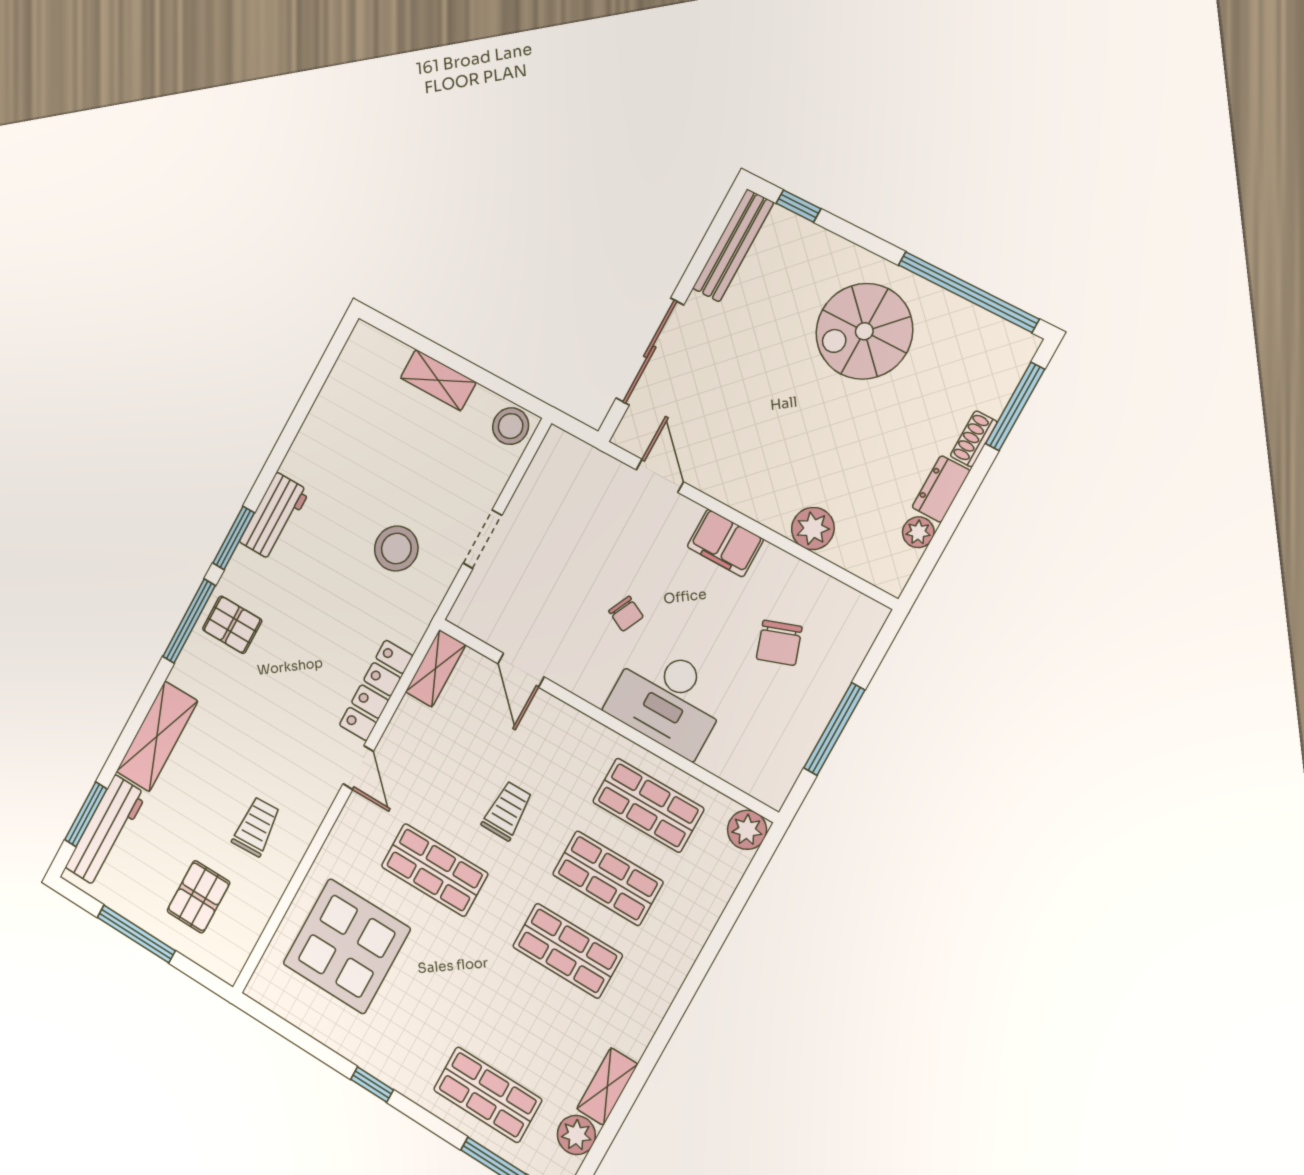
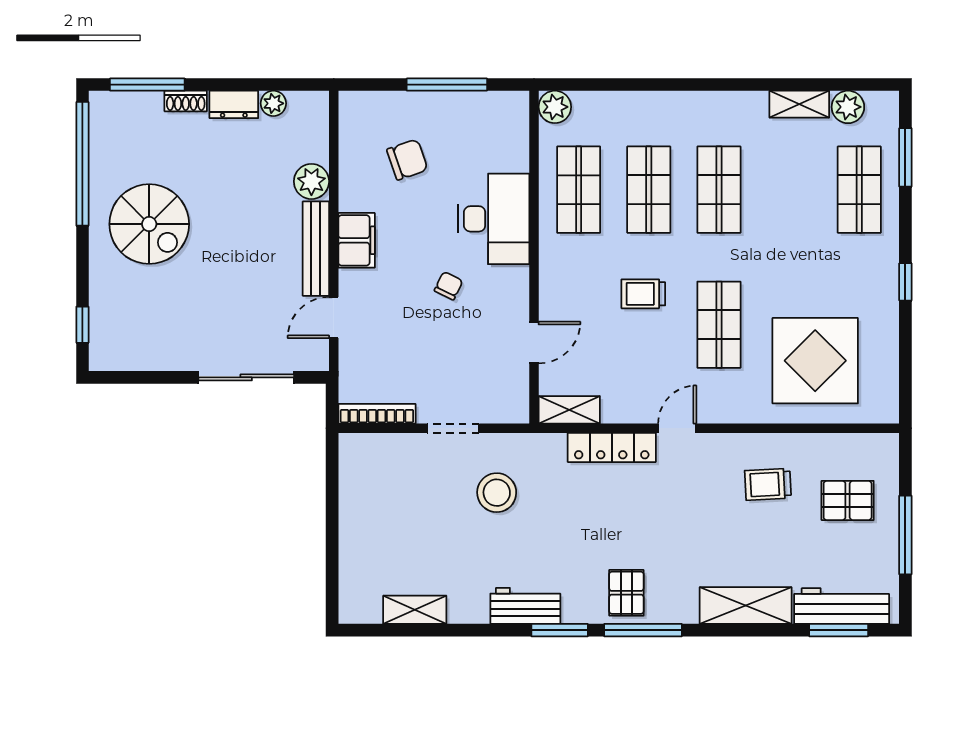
bench: (733, 245) -> (316, 249), moved, turned 90
shelving: (438, 380) -> (415, 610), moved, turned 90
stool: (511, 426) -> (357, 454), removed
bookcase: (539, 468) -> (377, 414), added

